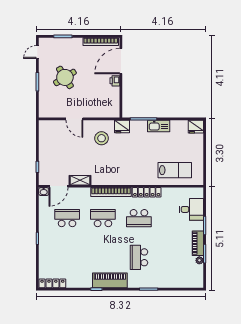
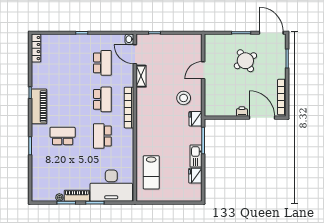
door: (37, 52) -> (271, 33), width x1.87
fridge: (196, 127) -> (195, 176), moved
locker: (147, 192) -> (129, 144), removed
desk: (191, 209) -> (111, 186), width x1.87, depth x1.30

